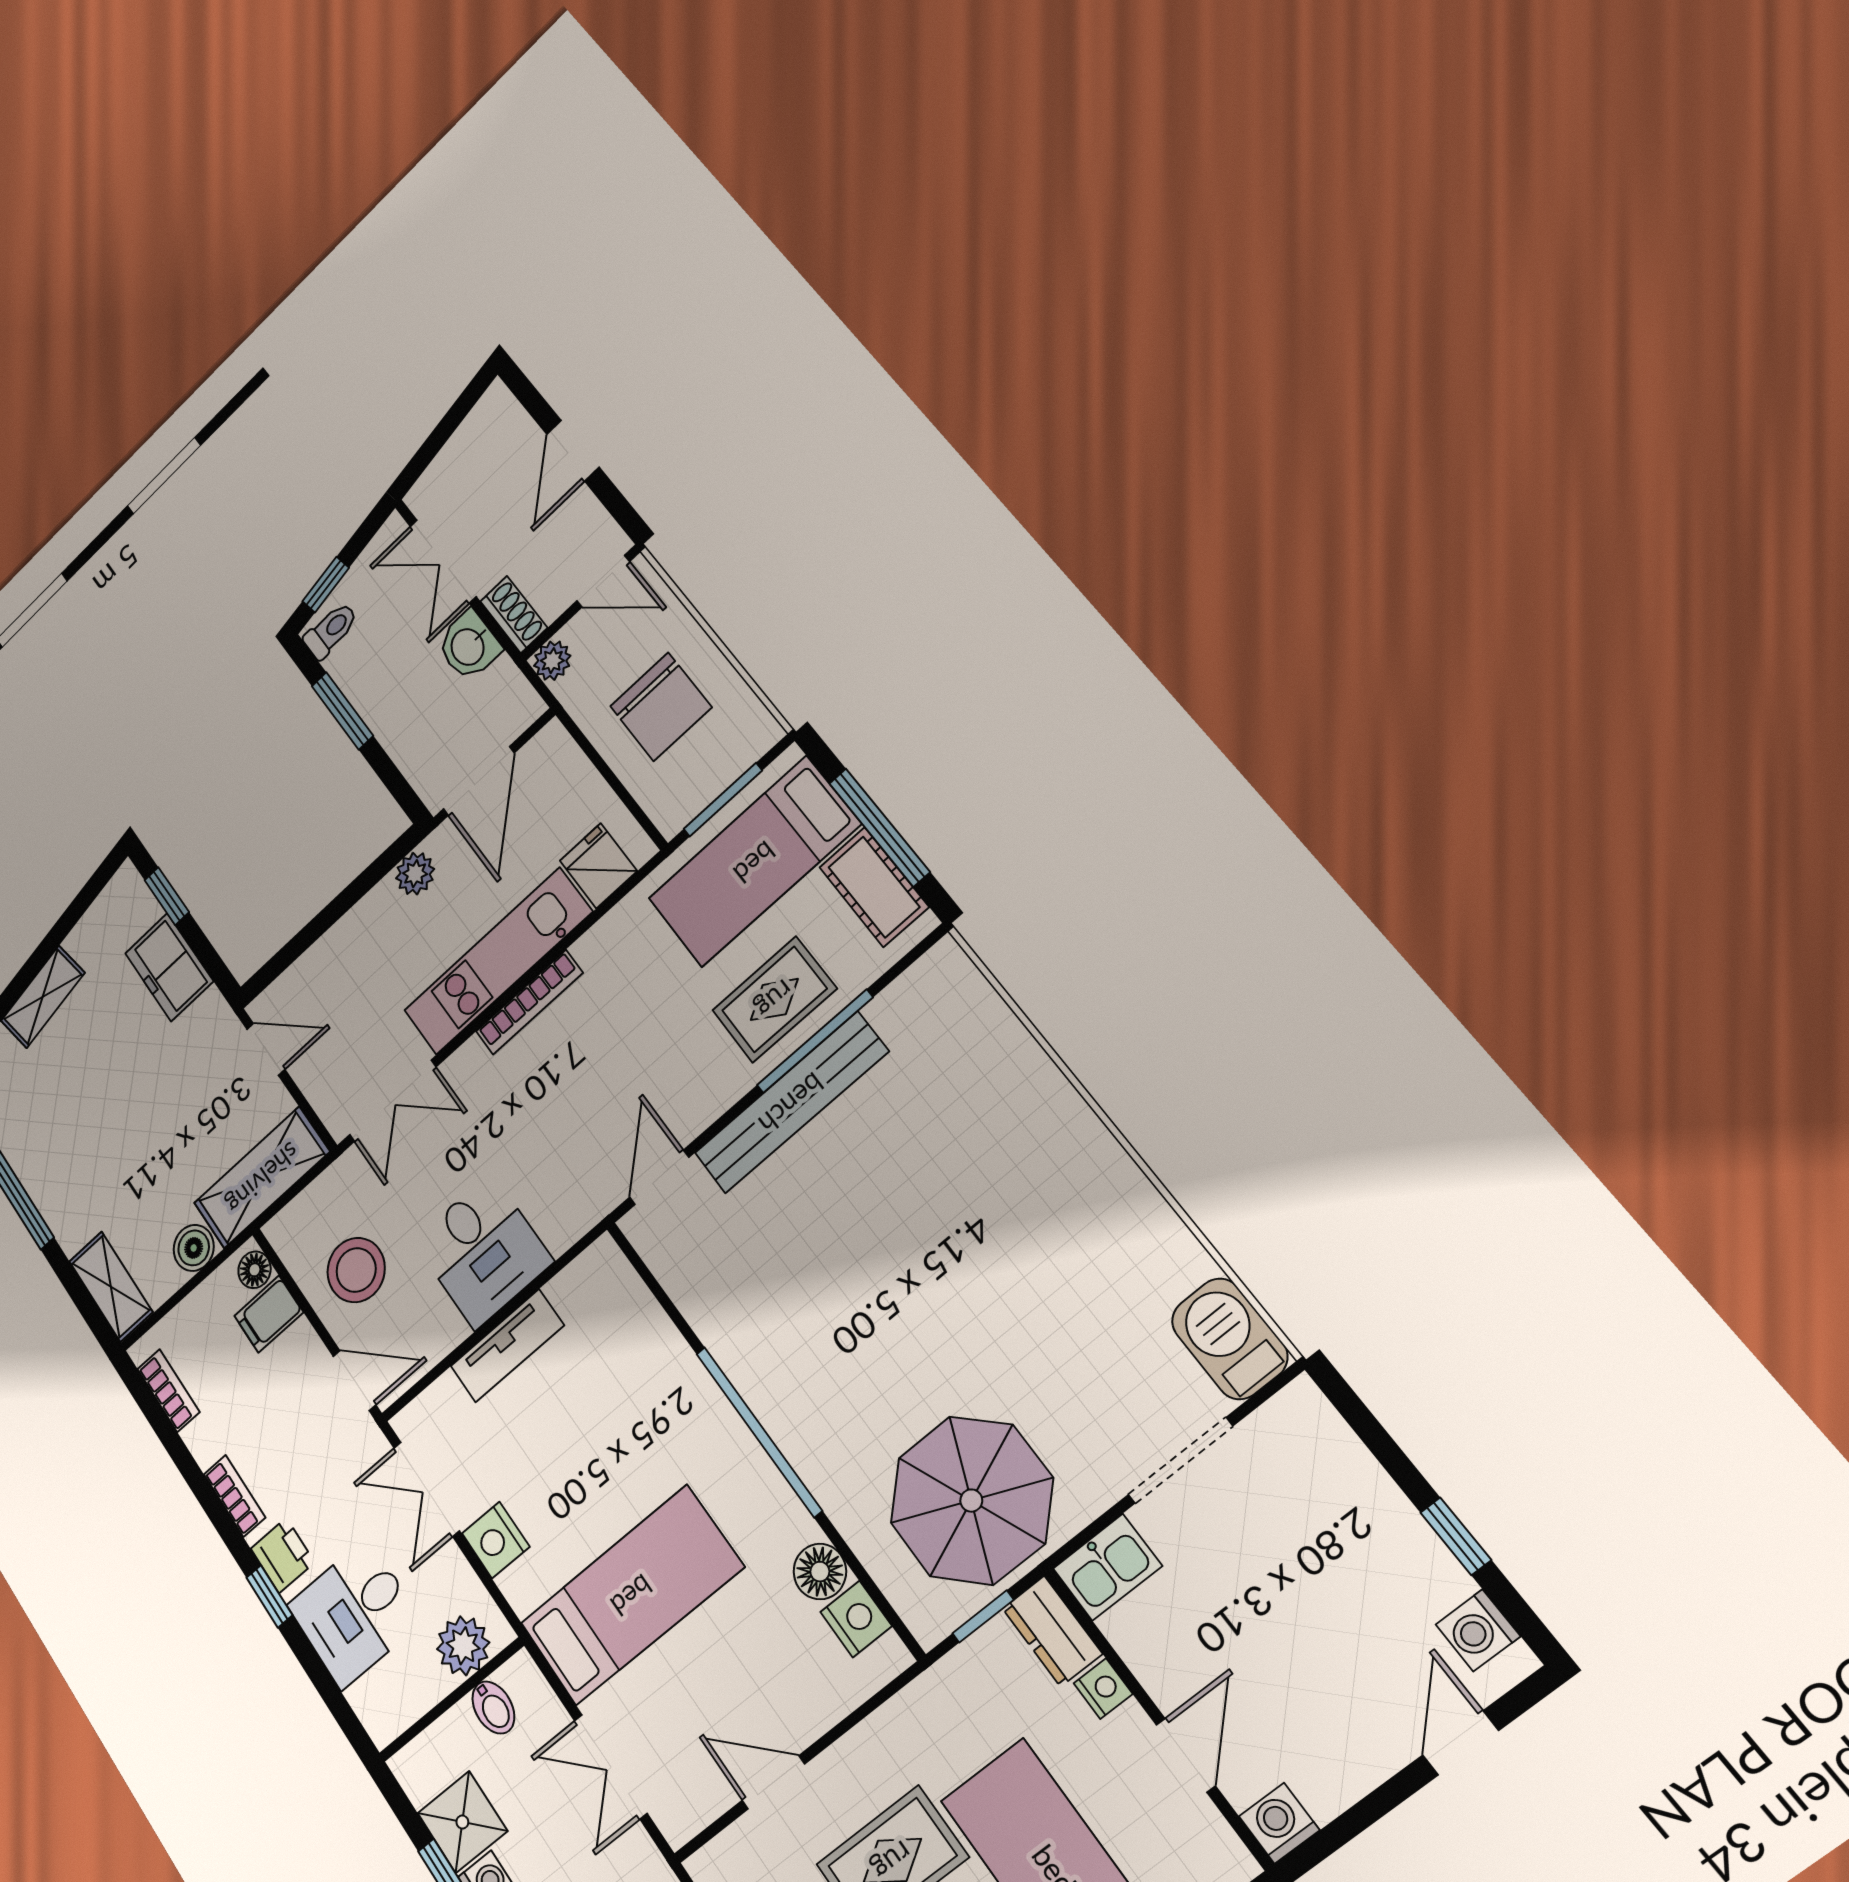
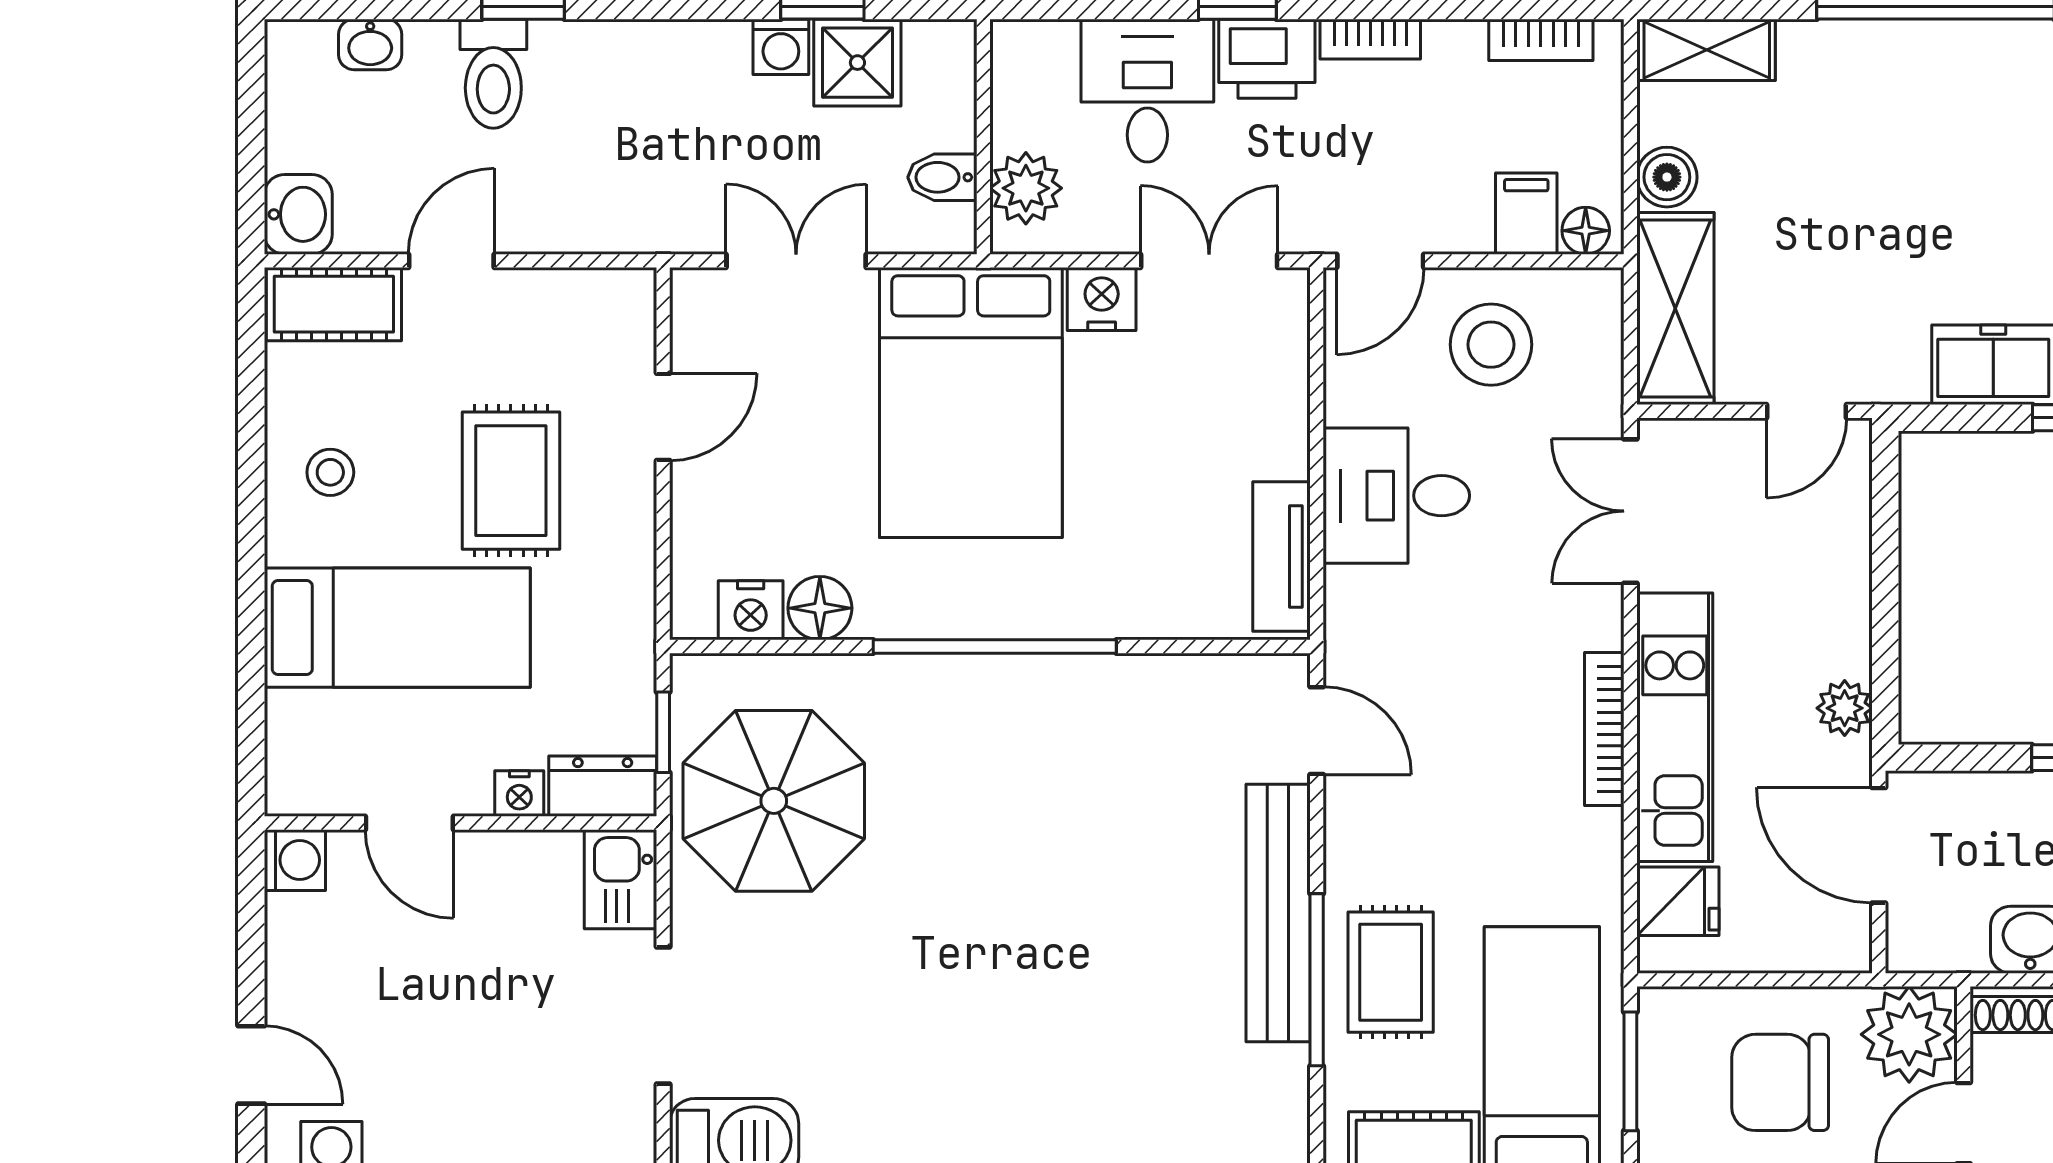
plant: (552, 661) -> (1909, 1034), width x1.87, depth x1.87
tv unit: (507, 1346) -> (1282, 557), moved
printer: (283, 1555) -> (1267, 59), width x1.36, depth x1.24
bed: (631, 1595) -> (971, 403), width x1.50

